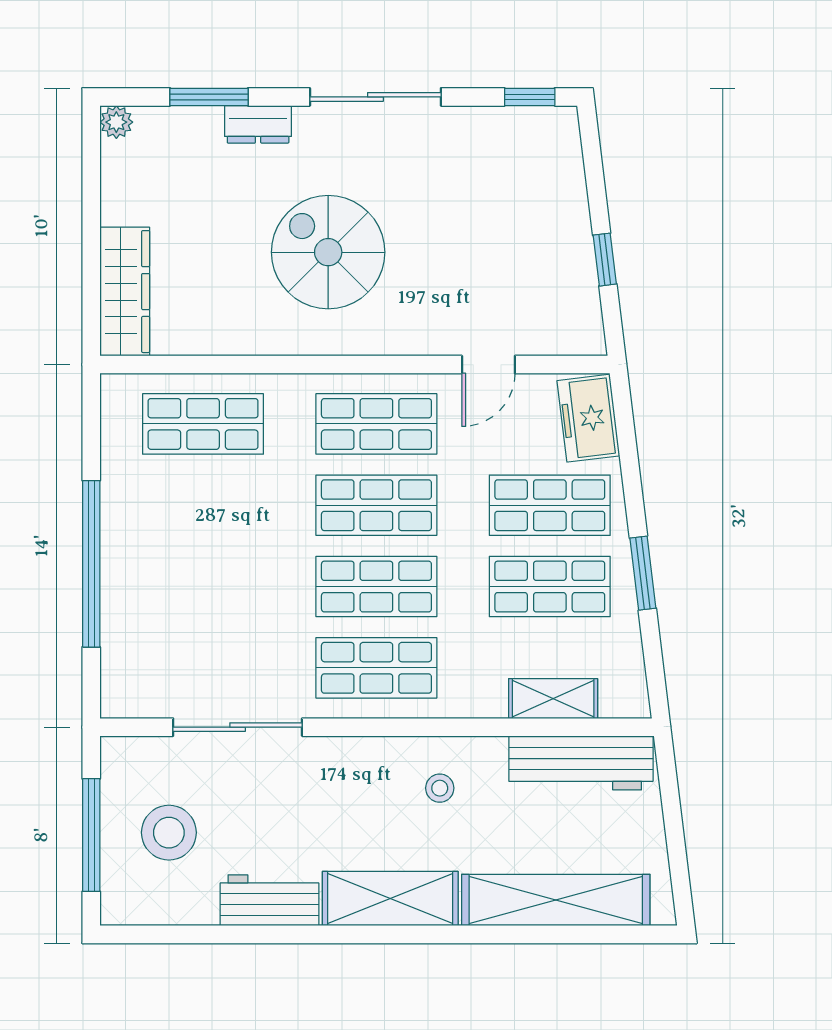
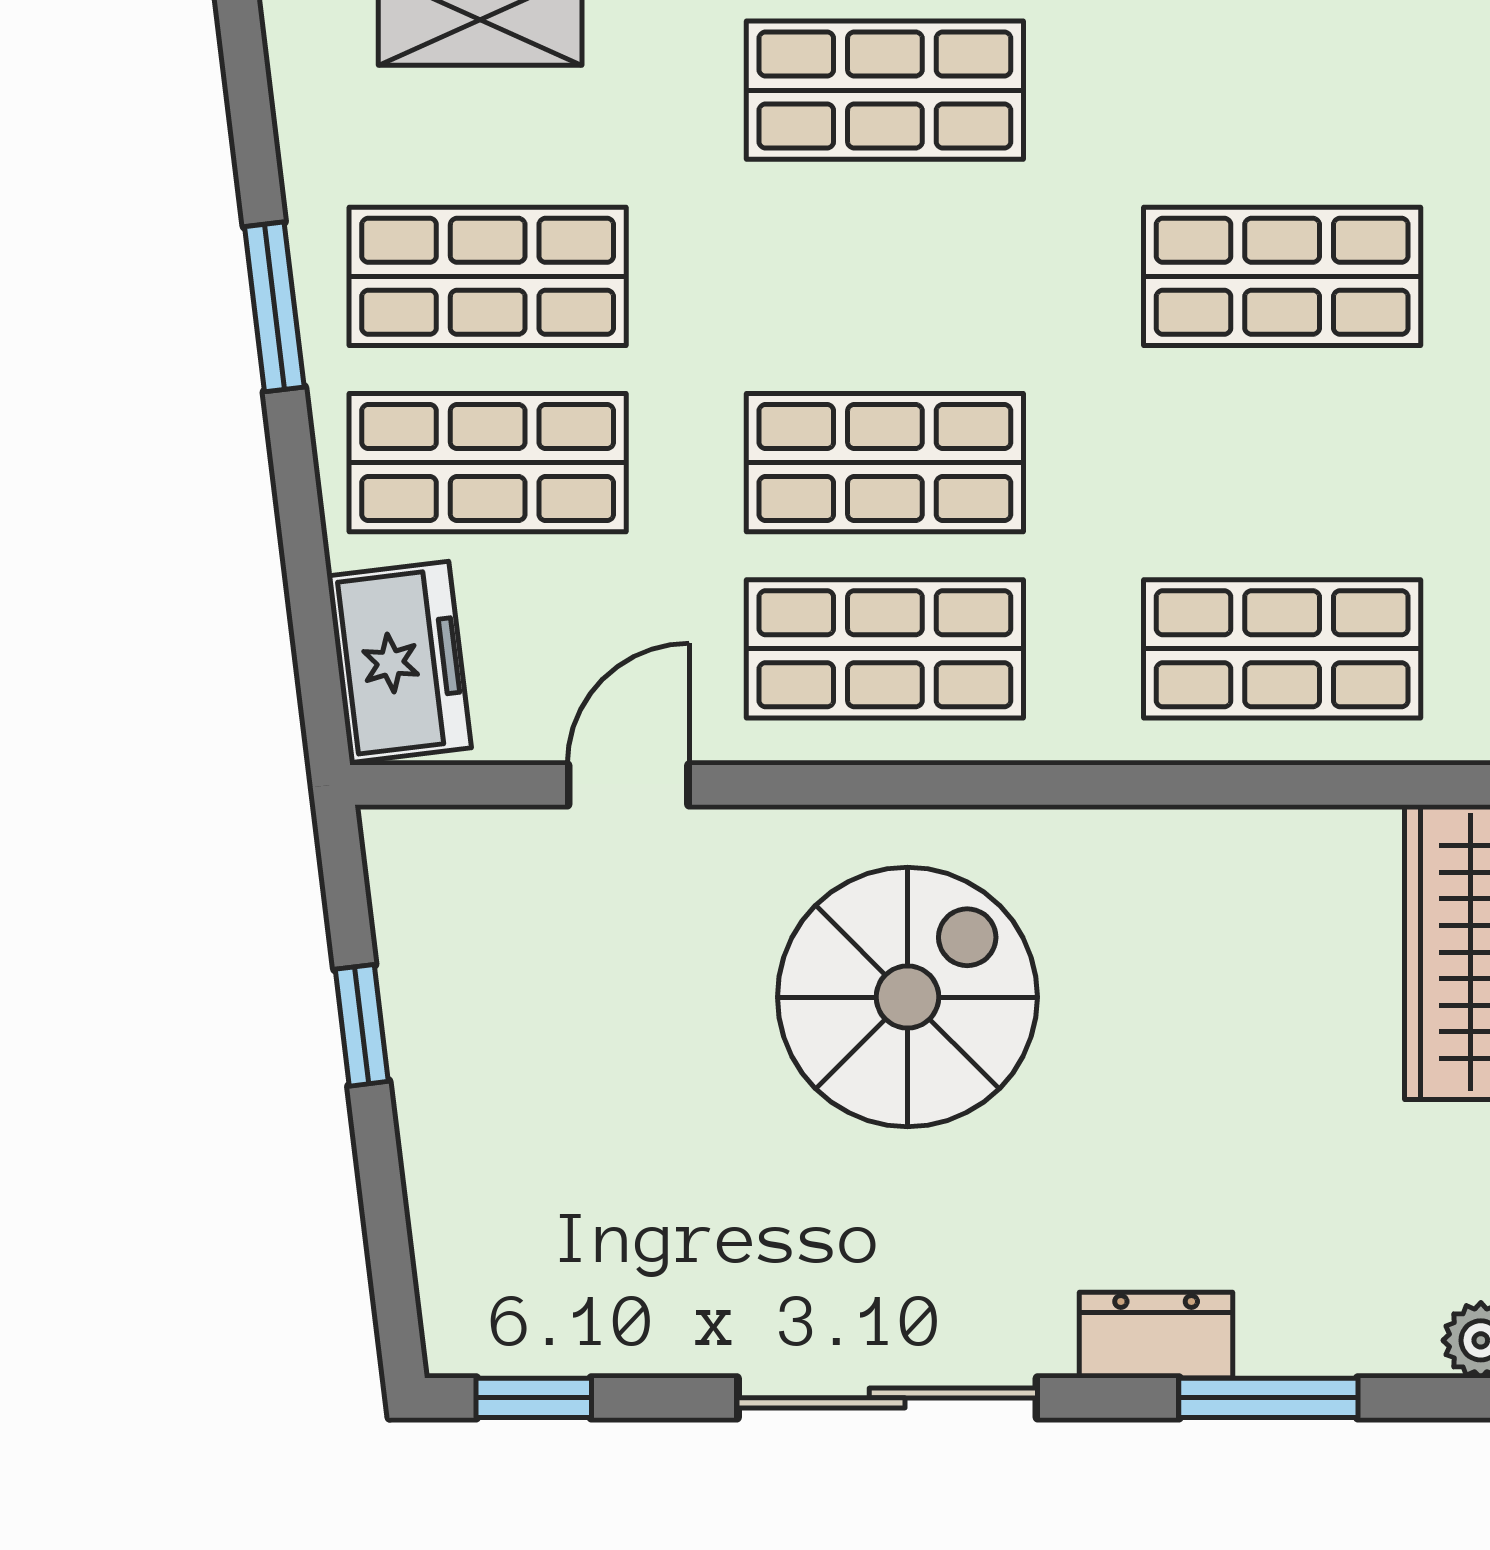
spiral stairs: (328, 252) -> (907, 997), moved, turned -90
shop shelf: (376, 587) -> (1282, 276), moved

